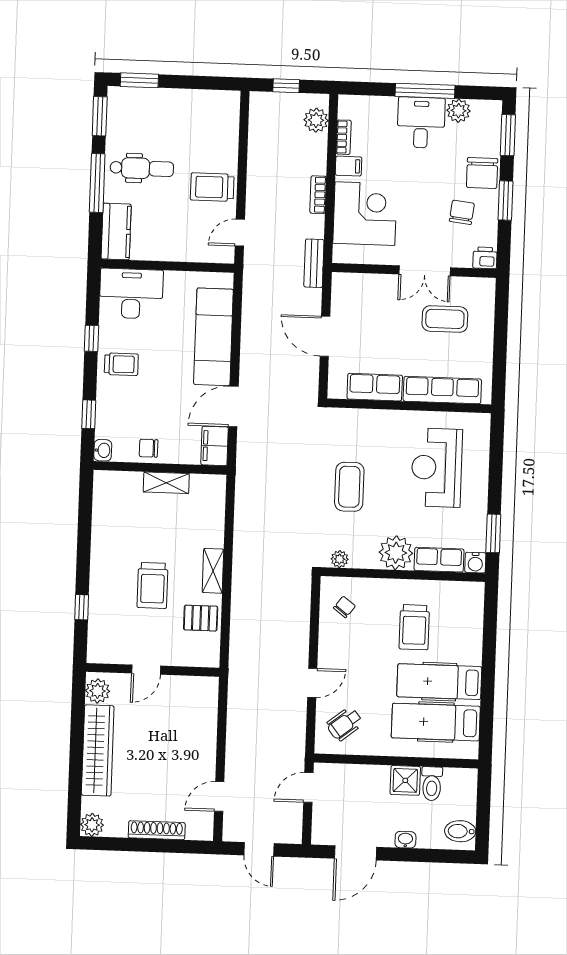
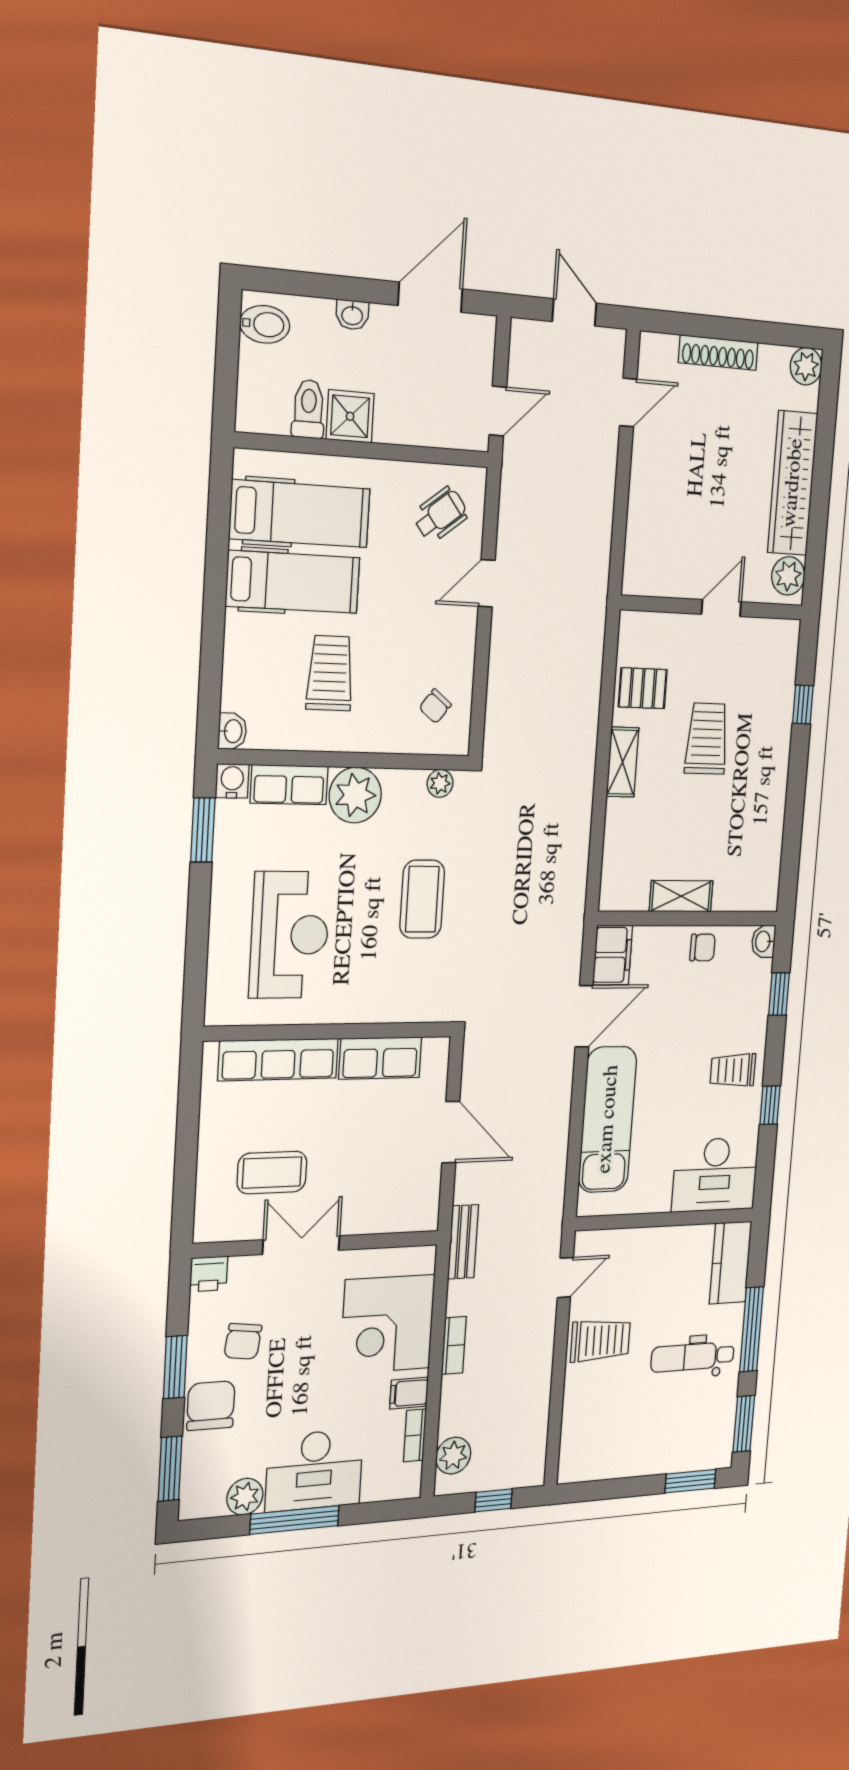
desk: (421, 123) -> (314, 1470), width x1.37
washbasin: (476, 592) -> (232, 731), added

